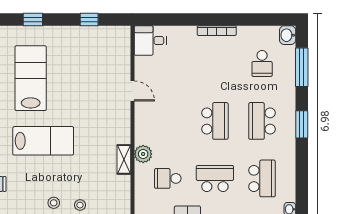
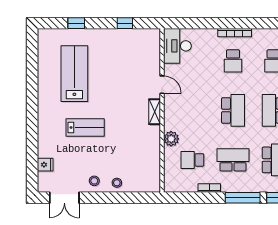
desk: (150, 40) -> (177, 46), width x1.37
school desk: (215, 63) -> (233, 61), added
lab bench: (43, 141) -> (85, 128), width x0.73, depth x0.72
shelving: (124, 159) -> (155, 112), moved

